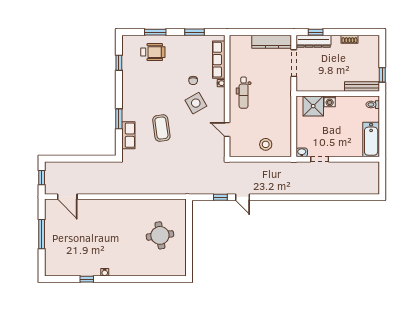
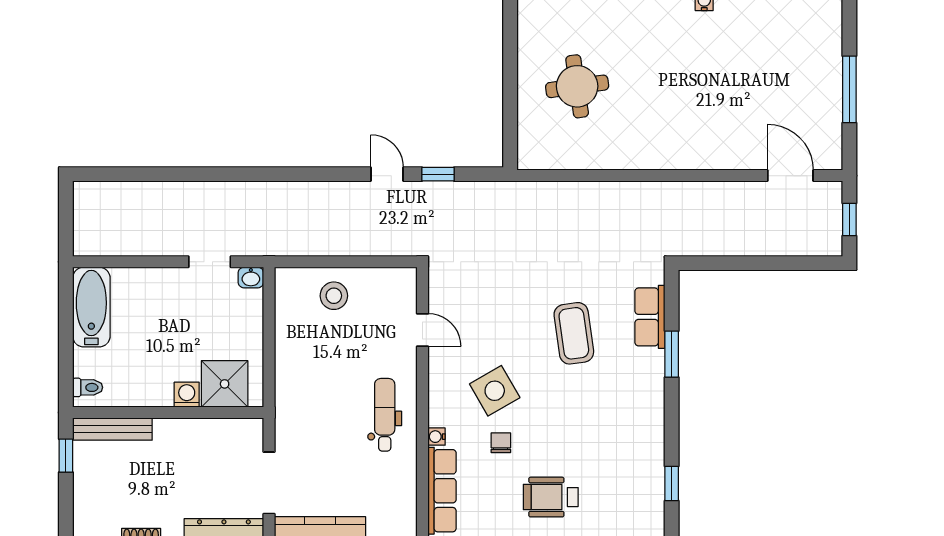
wheelchair: (153, 52) -> (551, 497), moved

